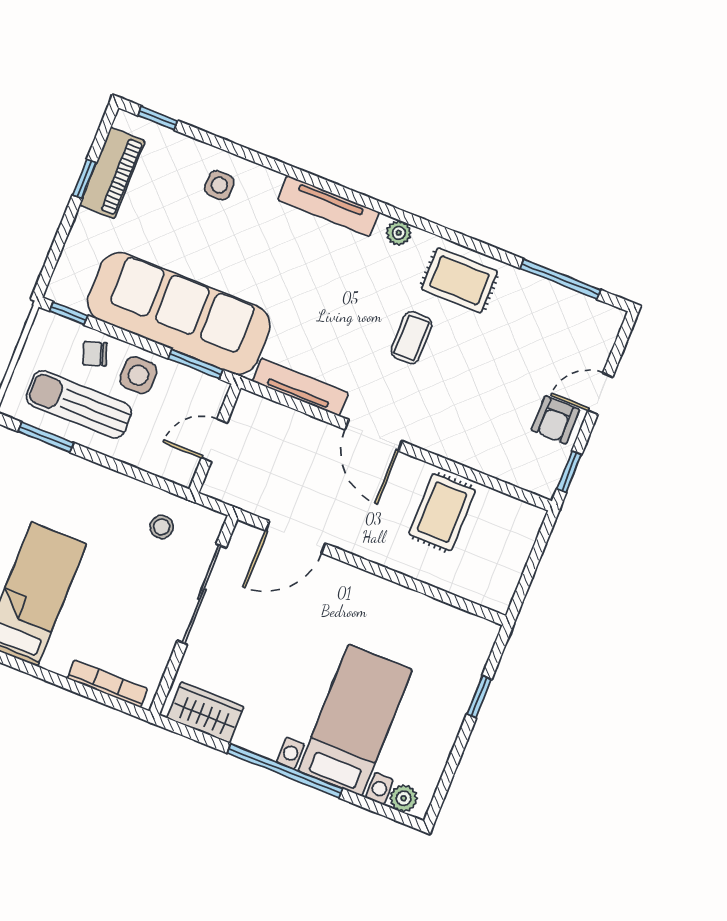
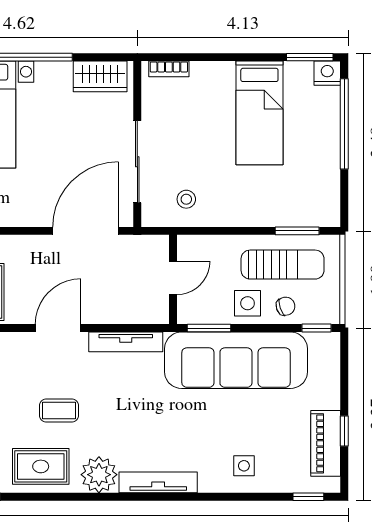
plant: (399, 233) -> (99, 475), width x1.87, depth x1.87
coffee table: (411, 338) -> (59, 410), turned 90
door: (374, 435) -> (58, 328), hinge flipped
door: (295, 537) -> (86, 231), width x1.36
bookcase: (107, 684) -> (169, 69), width x0.64

